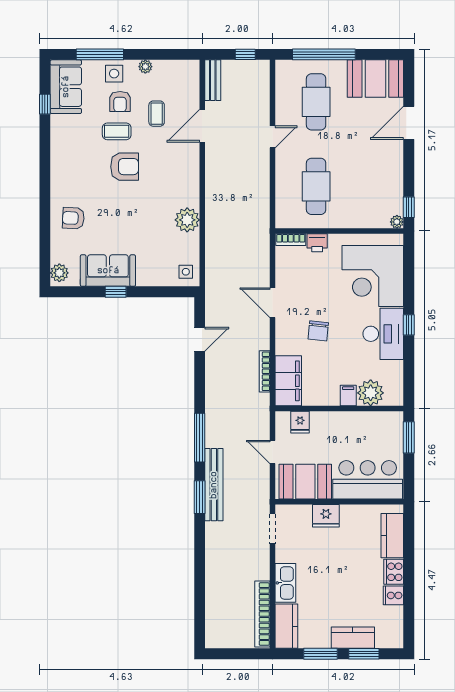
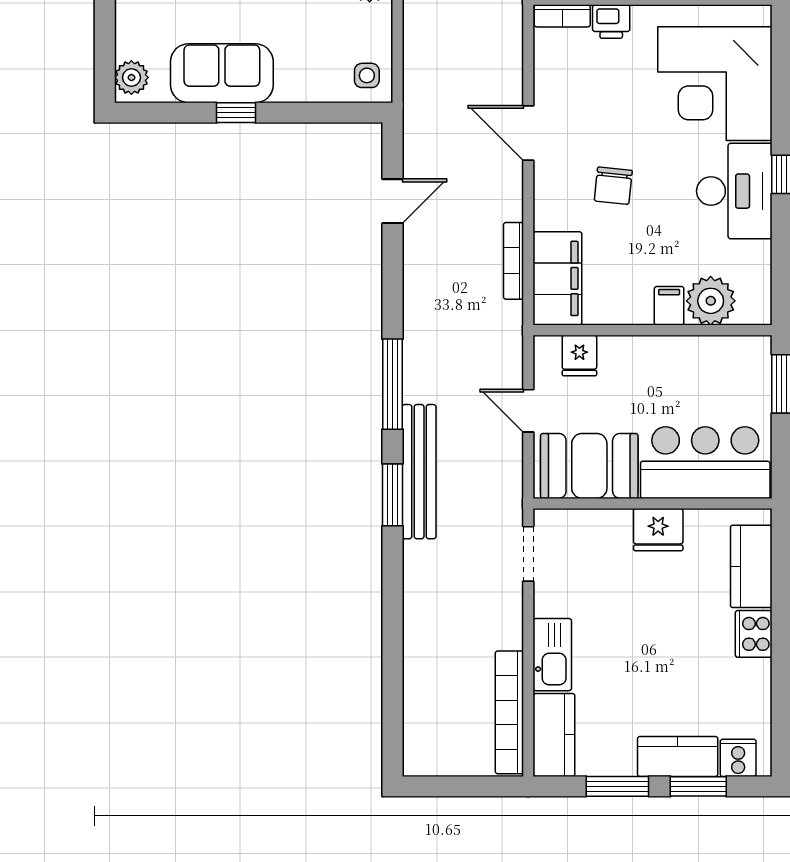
fridge: (326, 516) -> (658, 530), moved
cooker: (393, 595) -> (738, 758), moved, turned 90

